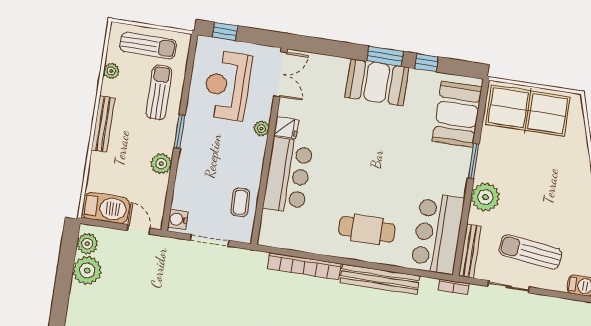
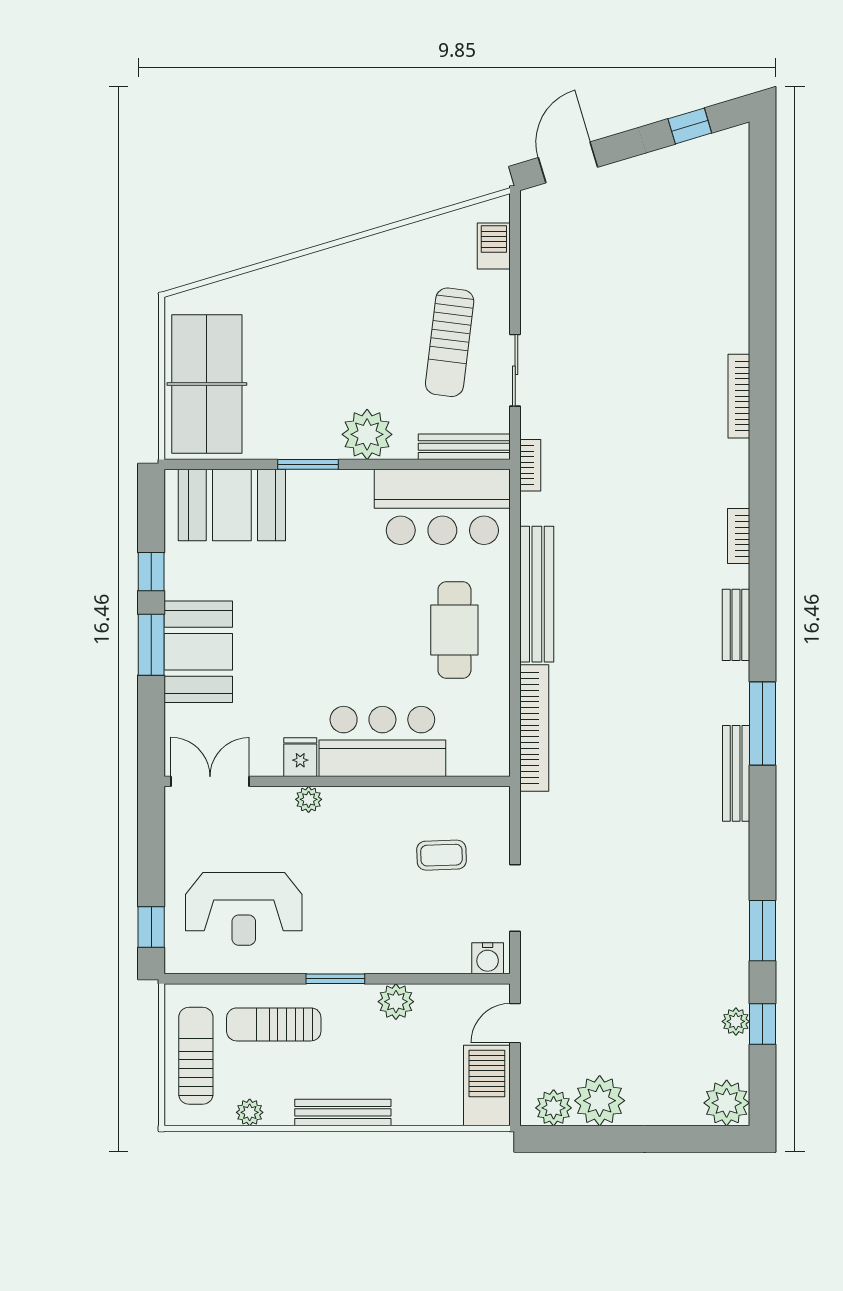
double door: (280, 74) -> (210, 781), moved
fridge: (286, 127) -> (300, 757), moved
plant: (261, 128) -> (309, 799), moved
wall: (269, 146) -> (337, 781), moved
bar counter: (288, 175) -> (382, 741), moved

